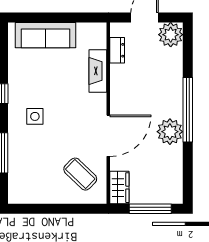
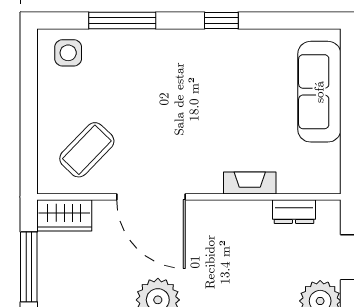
fireplace: (98, 71) -> (250, 183), width x0.73, depth x0.76
side table: (35, 116) -> (68, 53), moved

